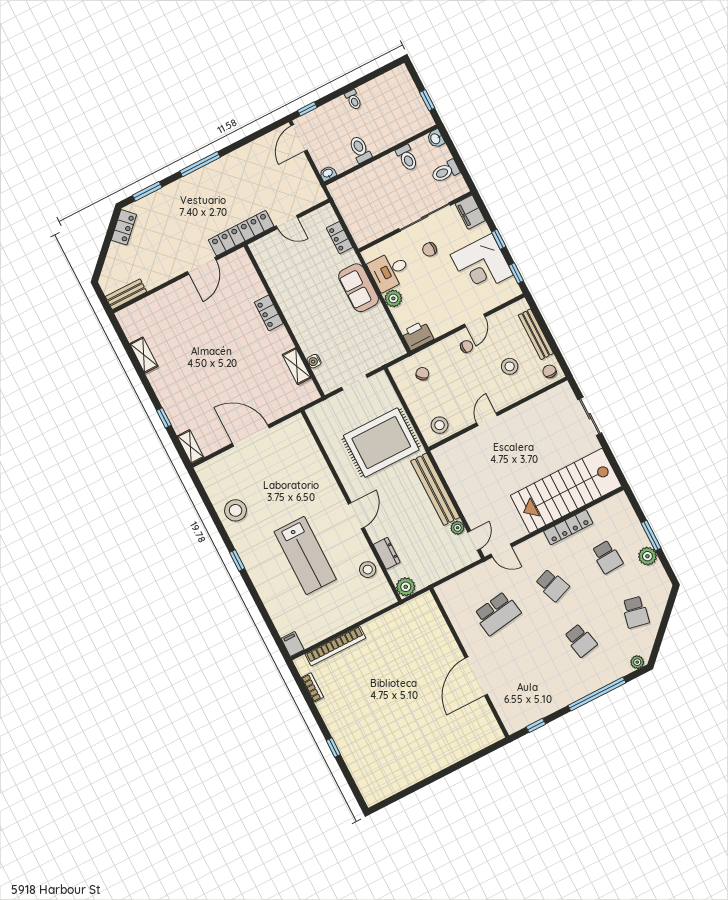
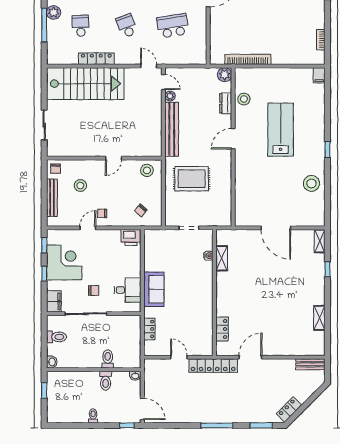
door: (299, 138) -> (142, 409), hinge flipped
toilet: (407, 158) -> (108, 359), moved
plant: (393, 298) -> (134, 270), removed
locker: (269, 313) -> (222, 329), moved
rug: (381, 443) -> (192, 179), width x0.73, depth x0.69
window: (651, 535) -> (44, 25), width x1.44
door: (474, 540) -> (163, 82), swing flipped
bookcase: (335, 646) -> (248, 59), moved

